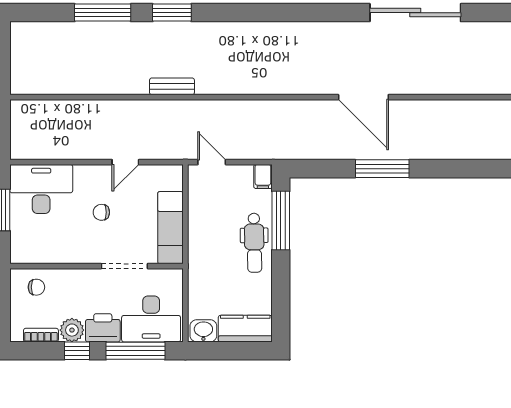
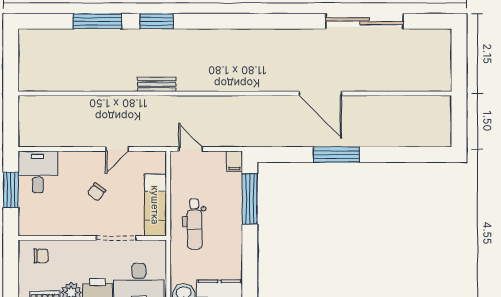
desk: (41, 189) -> (38, 172), width x0.73
chair: (101, 212) -> (96, 192), turned -54
dental chair: (254, 243) -> (194, 224), moved

